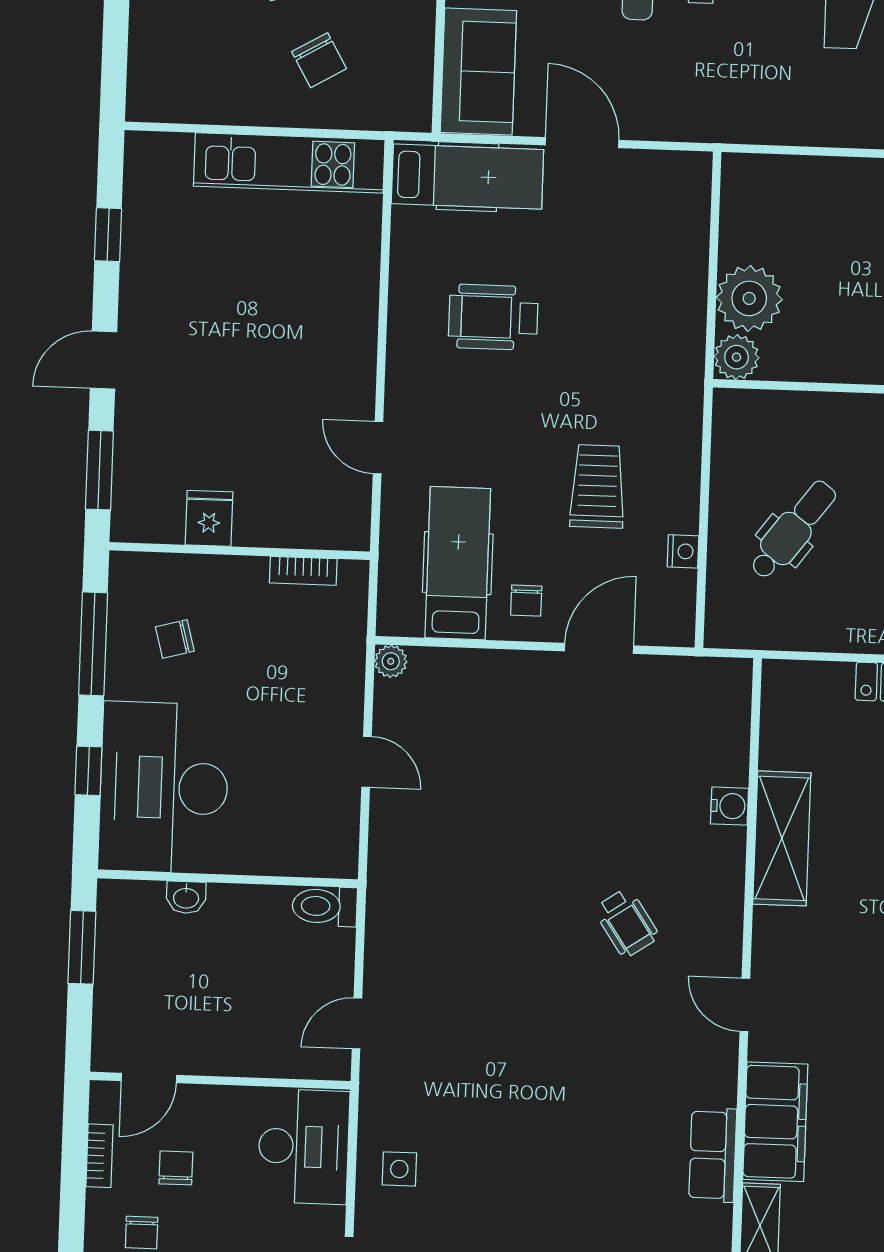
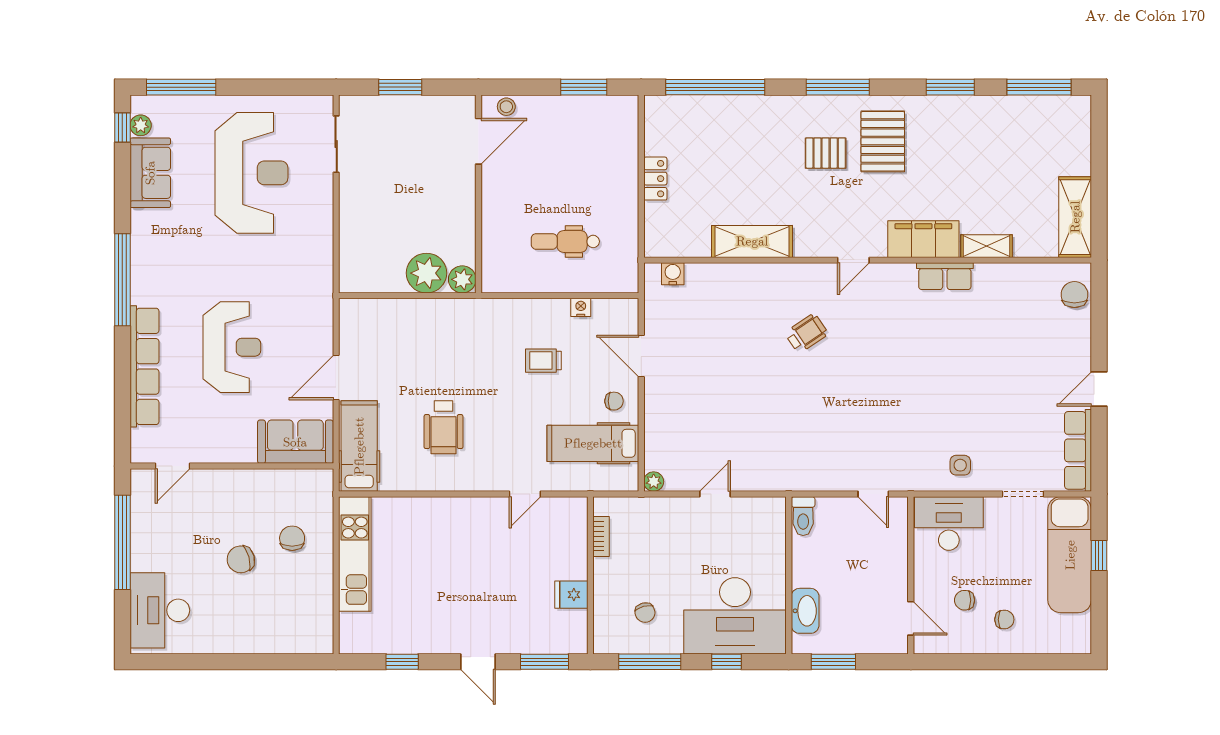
chair: (319, 60) -> (292, 538), turned -60
trolley: (598, 486) -> (543, 361), width x0.73, depth x0.72
dental chair: (793, 530) -> (565, 241), turned -37
water cooler: (729, 806) -> (673, 274), moved
washbasin: (186, 897) -> (805, 611), width x1.91, depth x1.45
bookcase: (99, 1156) -> (959, 647), removed

